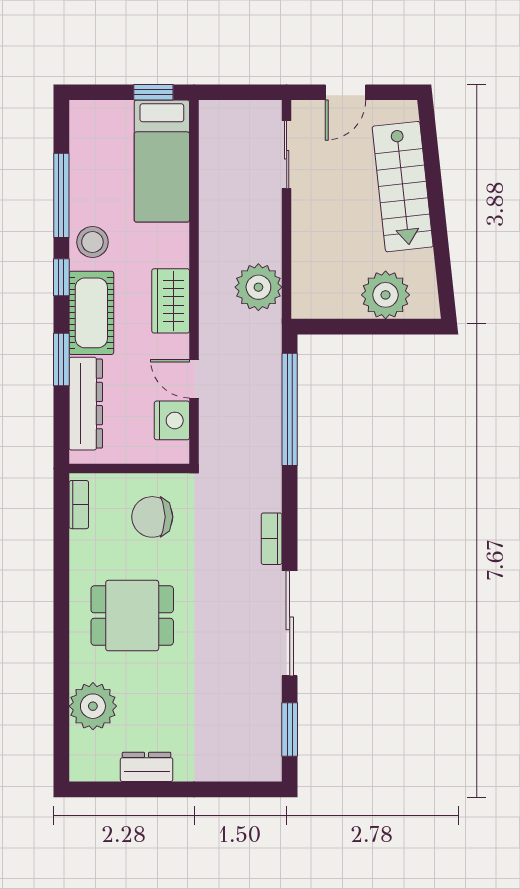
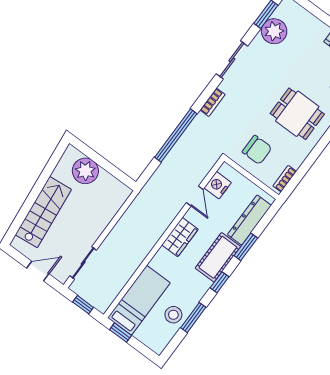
window: (240, 92) -> (83, 305), added
window: (61, 195) -> (193, 318), width x0.69
stool: (92, 242) -> (173, 315), moved
plant: (258, 287) -> (274, 31), moved
window: (290, 409) -> (176, 136), moved
sliding door: (290, 623) -> (232, 60), width x0.73

